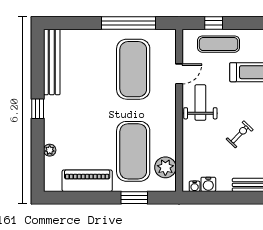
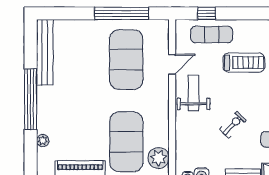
window: (38, 109) -> (31, 99), width x3.17

